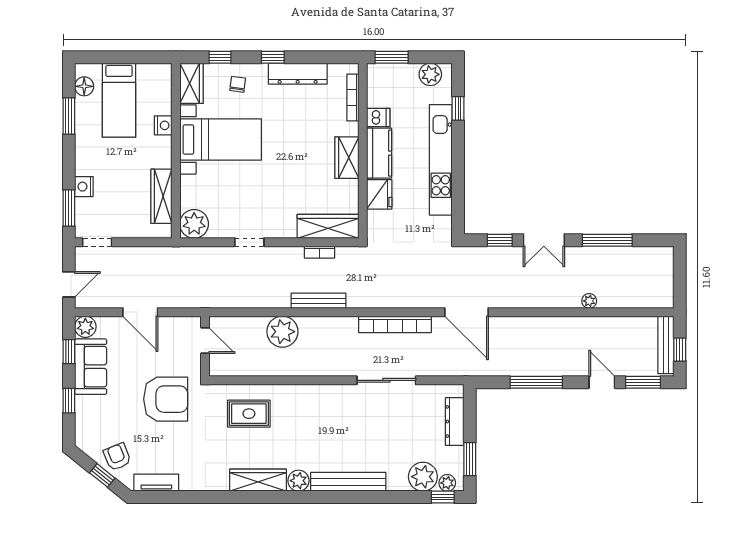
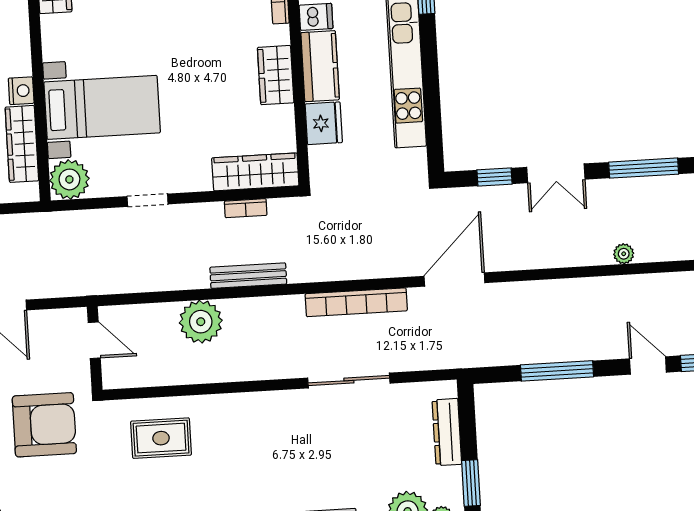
nightstand: (163, 125) -> (21, 91), moved
bed with nightstands: (221, 140) -> (102, 107), moved
door: (466, 312) -> (454, 279), swing flipped

